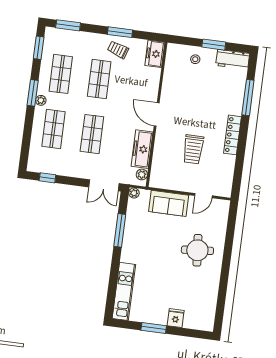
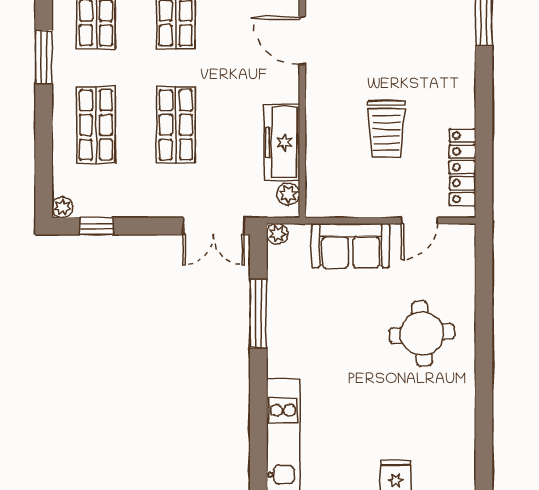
plant: (41, 100) -> (62, 207), moved
door: (157, 114) -> (302, 41), moved
locker: (232, 135) -> (462, 167), moved

